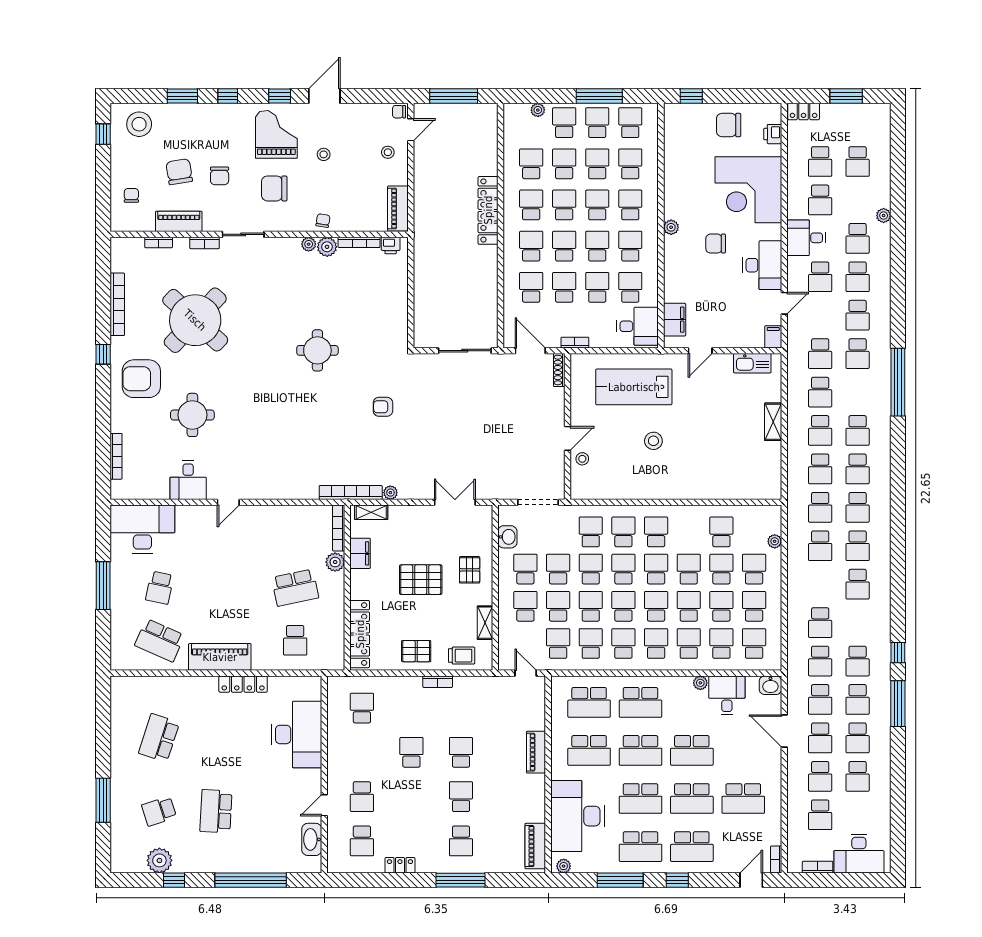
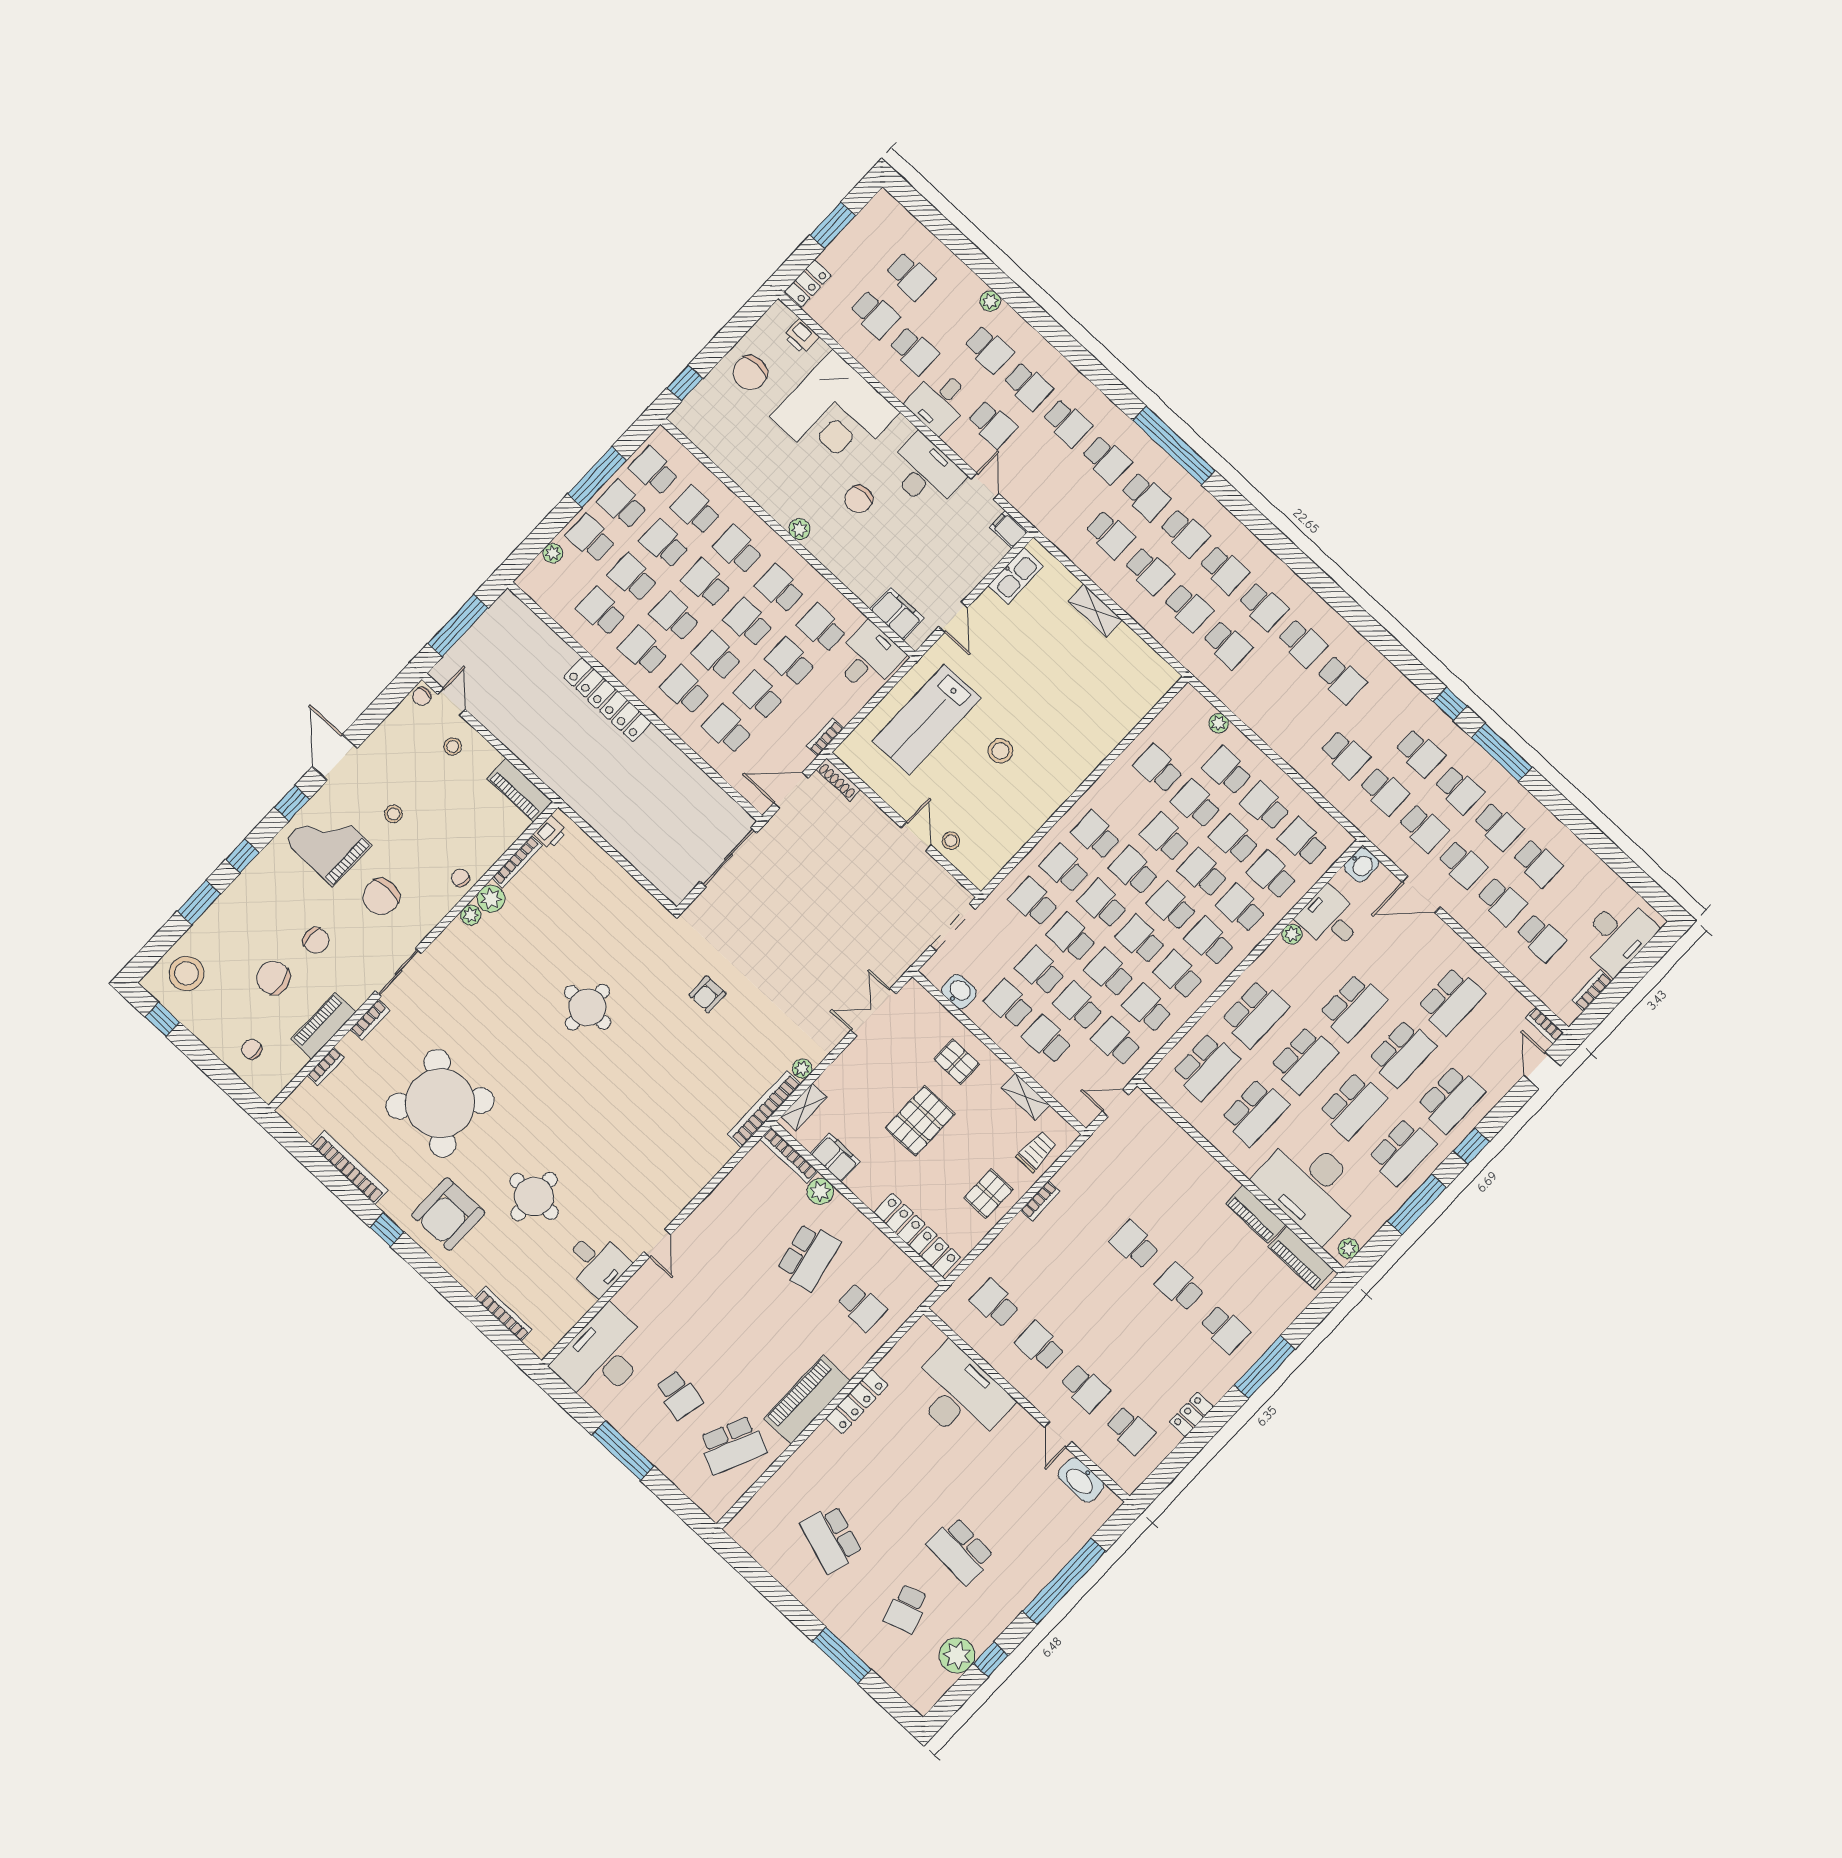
school desk: (820, 354) -> (1146, 496), moved
school desk: (820, 546) -> (1267, 681), removed
school desk: (411, 752) -> (1040, 1346), moved
piano: (536, 752) -> (1255, 1214), moved

